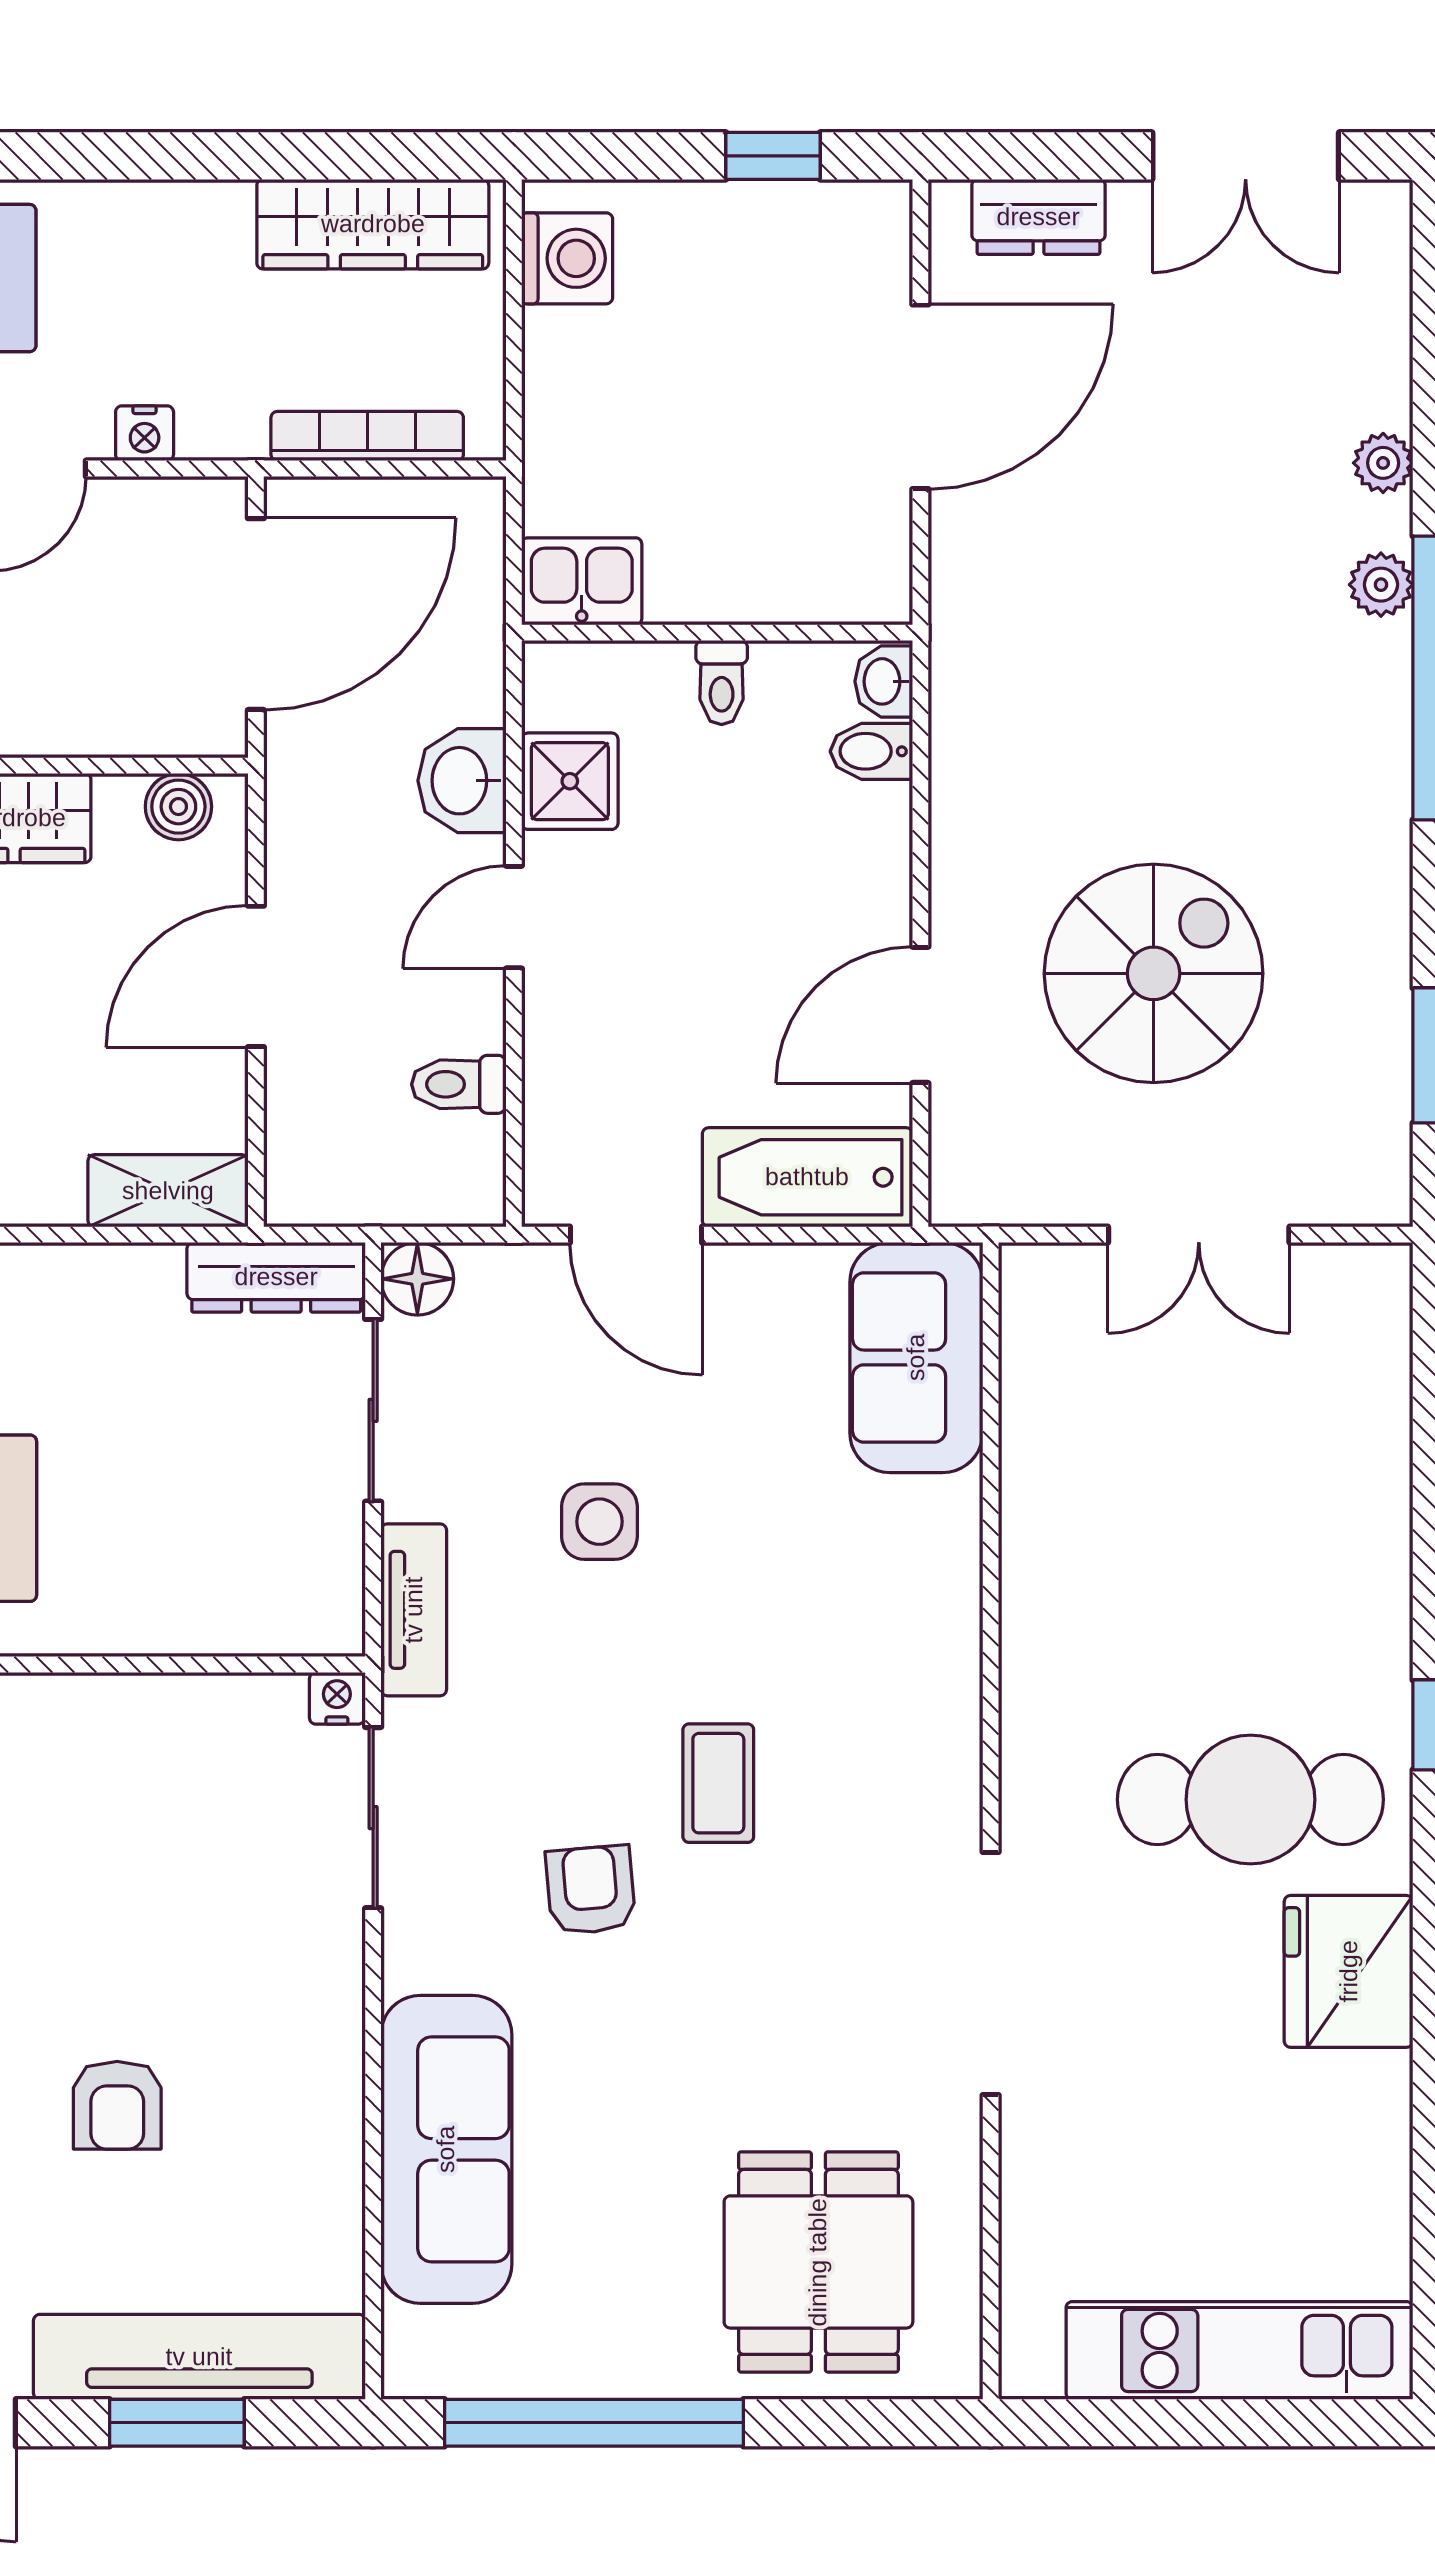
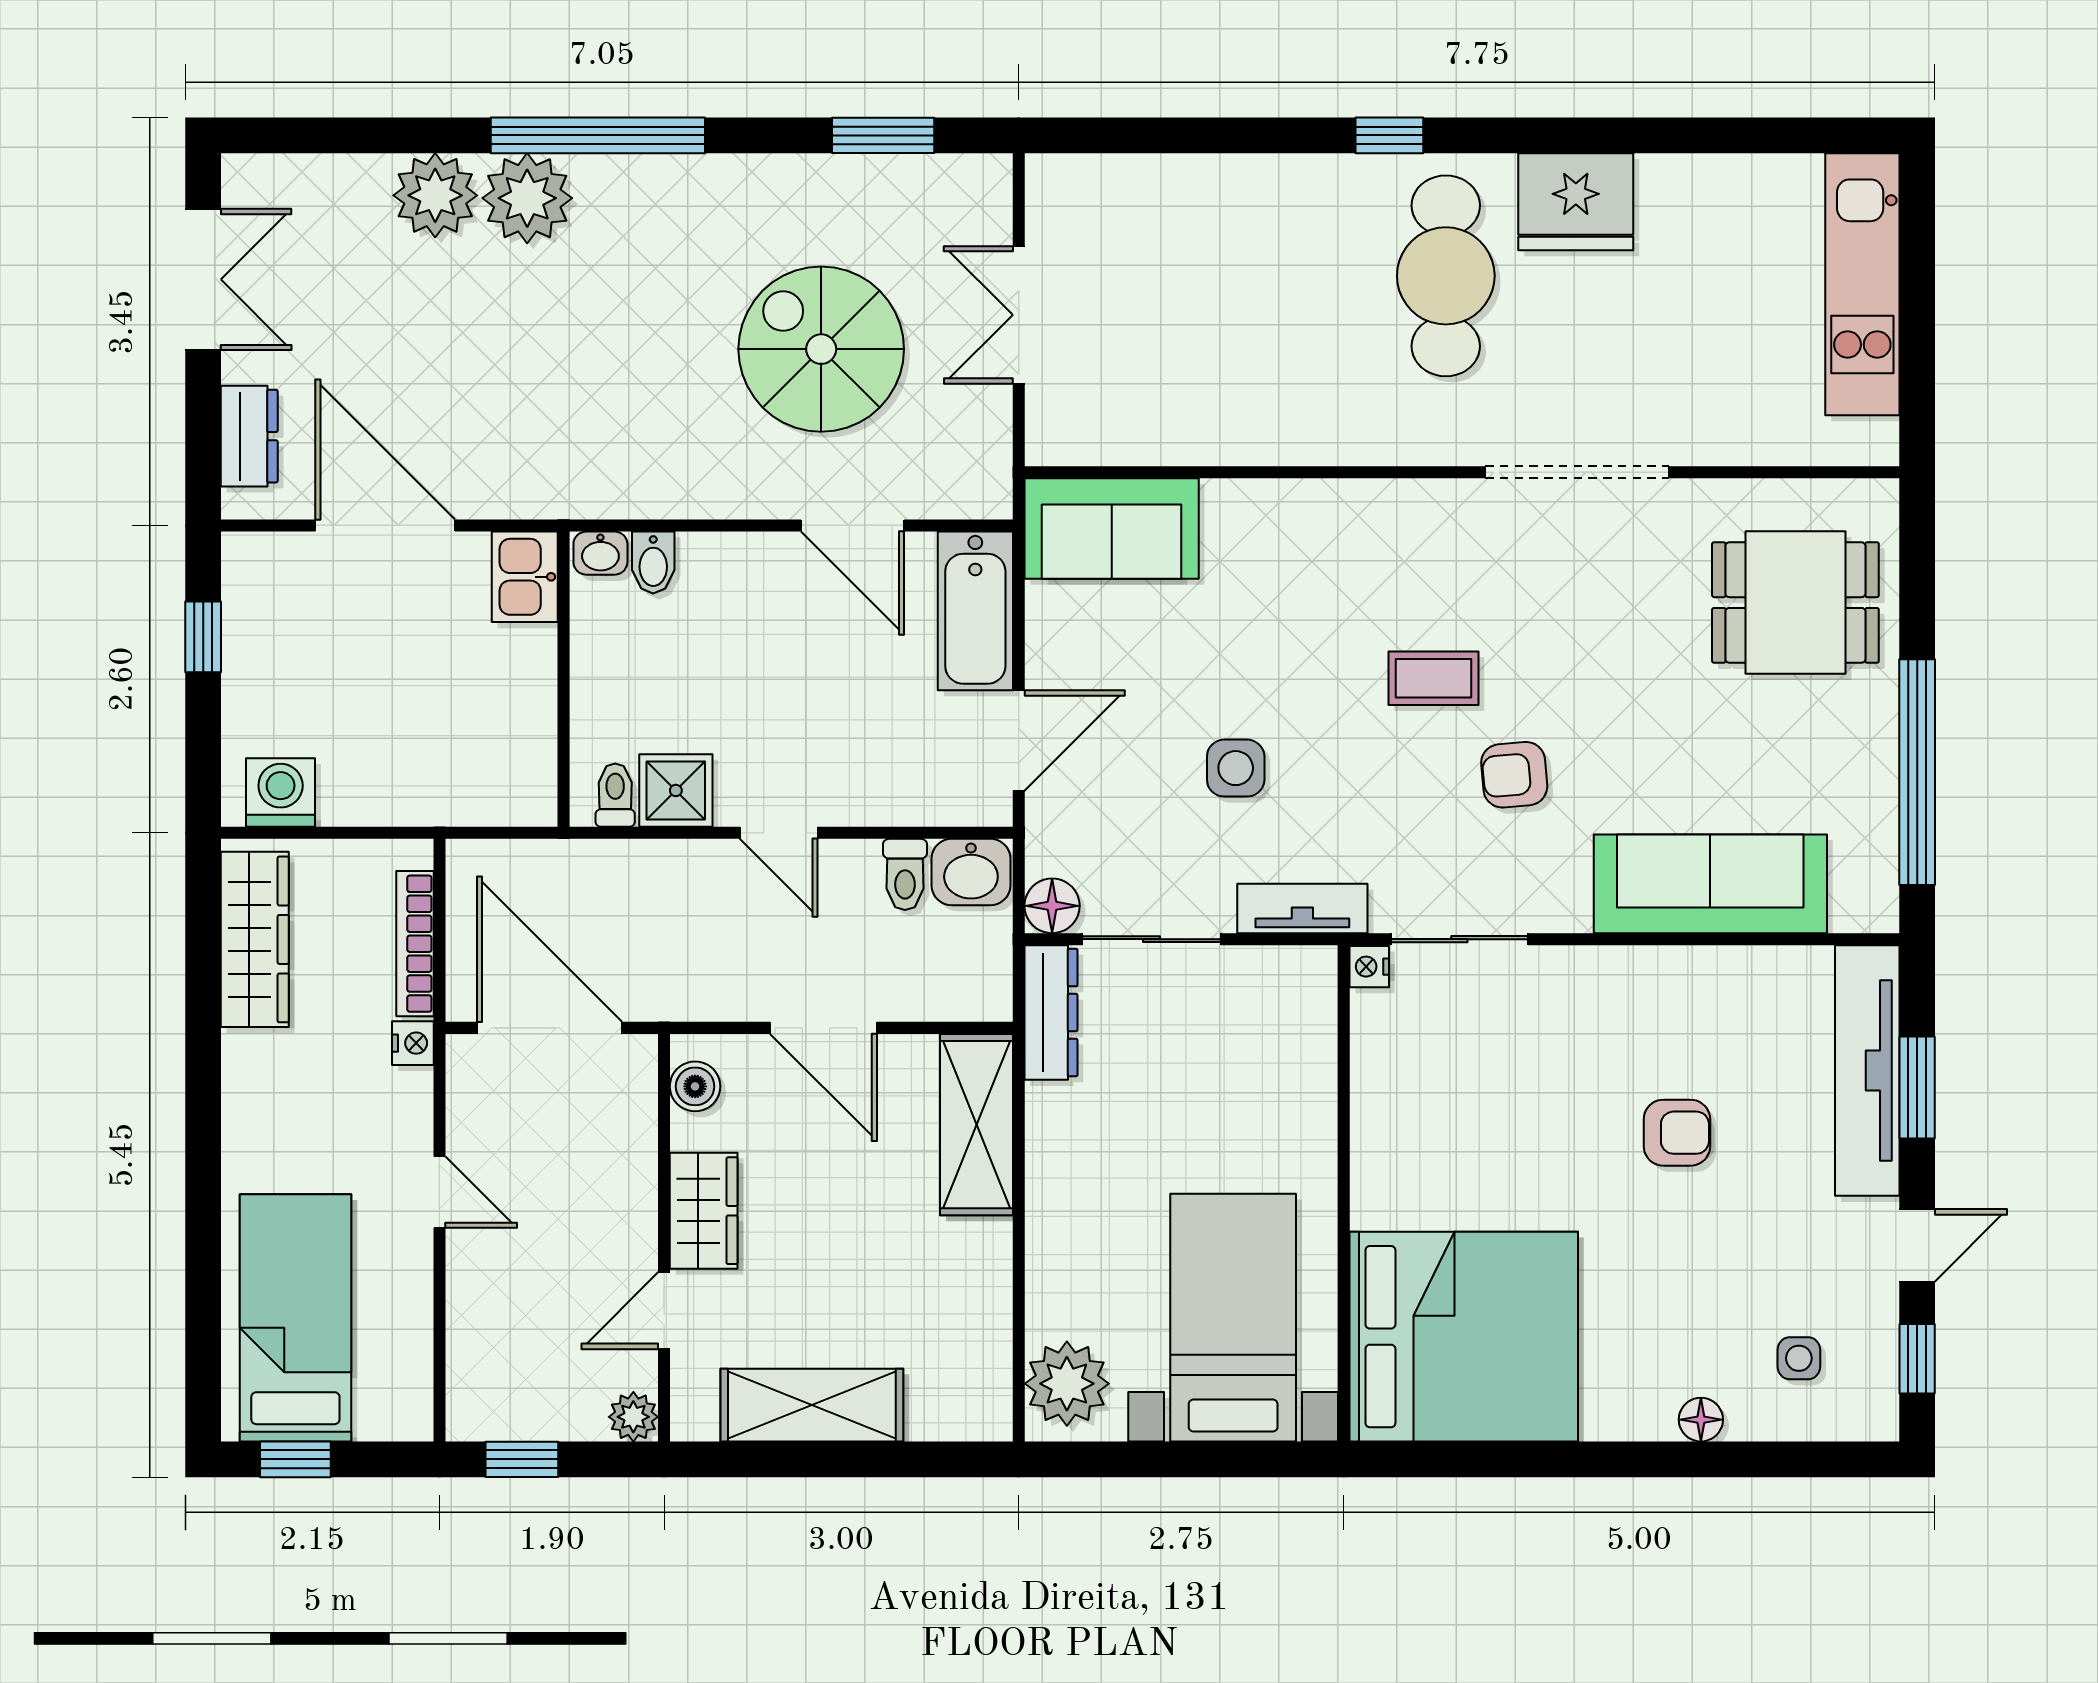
nightstand: (145, 433) -> (413, 1043), moved
plant: (1383, 463) -> (435, 195), width x1.88, depth x1.88
kitchen sink: (582, 581) -> (525, 577), moved
plant: (1381, 585) -> (527, 198), width x1.87, depth x1.87
toilet: (722, 683) -> (615, 795), moved, turned -90
washbasin: (462, 781) -> (971, 872), moved
shelving: (168, 1191) -> (976, 1125), width x1.50, depth x1.33
double door: (1199, 1235) -> (1019, 315), swing flipped

